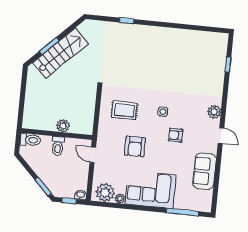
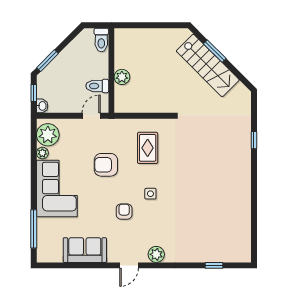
toilet: (58, 146) -> (97, 86), moved

